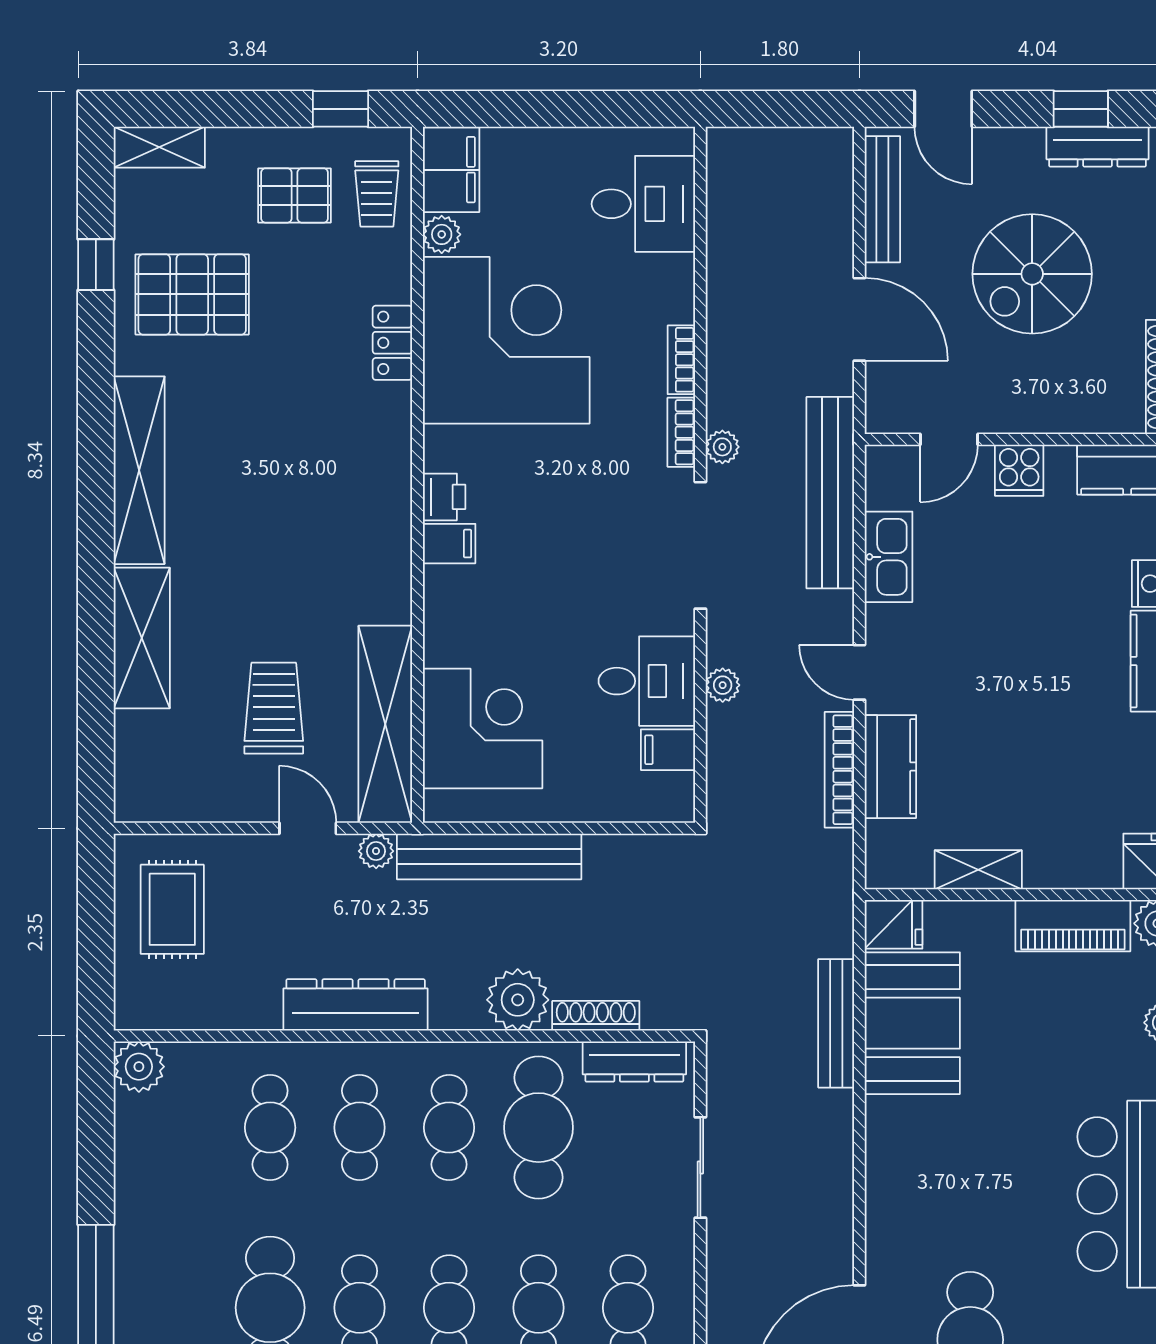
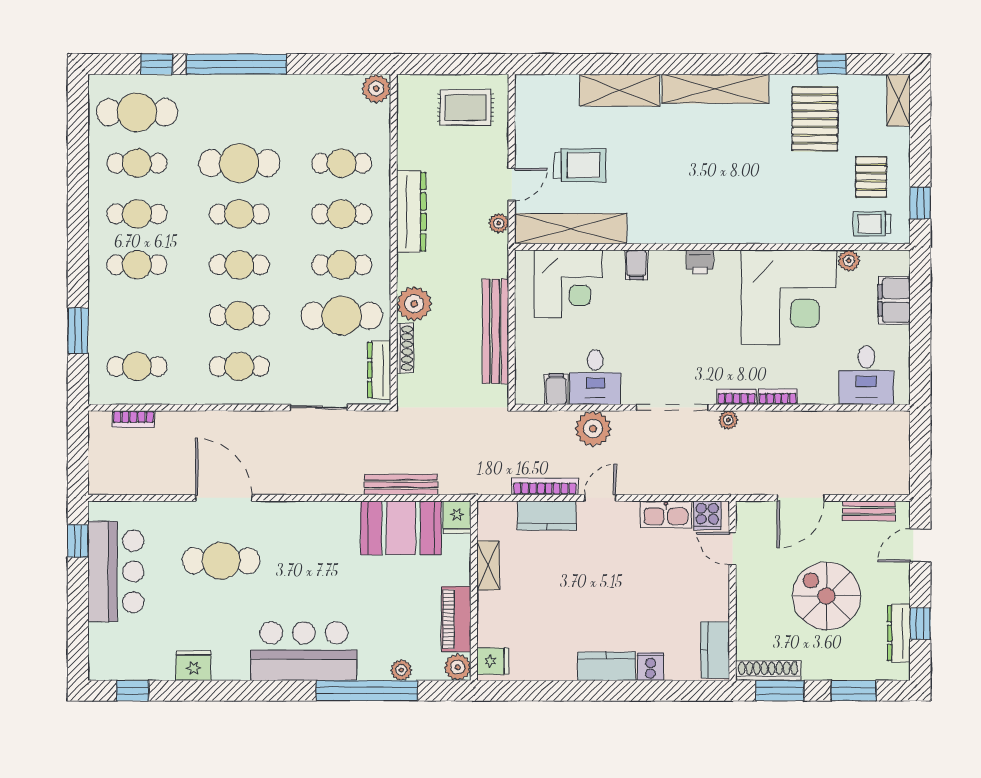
filing cabinet: (451, 170) -> (894, 300), moved, turned 90
bench: (882, 199) -> (869, 511), width x0.73
locker: (392, 343) -> (787, 233), removed
cooker: (1019, 470) -> (707, 515), moved, turned -90
bench: (830, 493) -> (702, 481), removed
filing cabinet: (449, 544) -> (636, 265), moved
plant: (723, 685) -> (593, 429), width x1.88, depth x1.88
bench: (489, 857) -> (496, 331), moved

